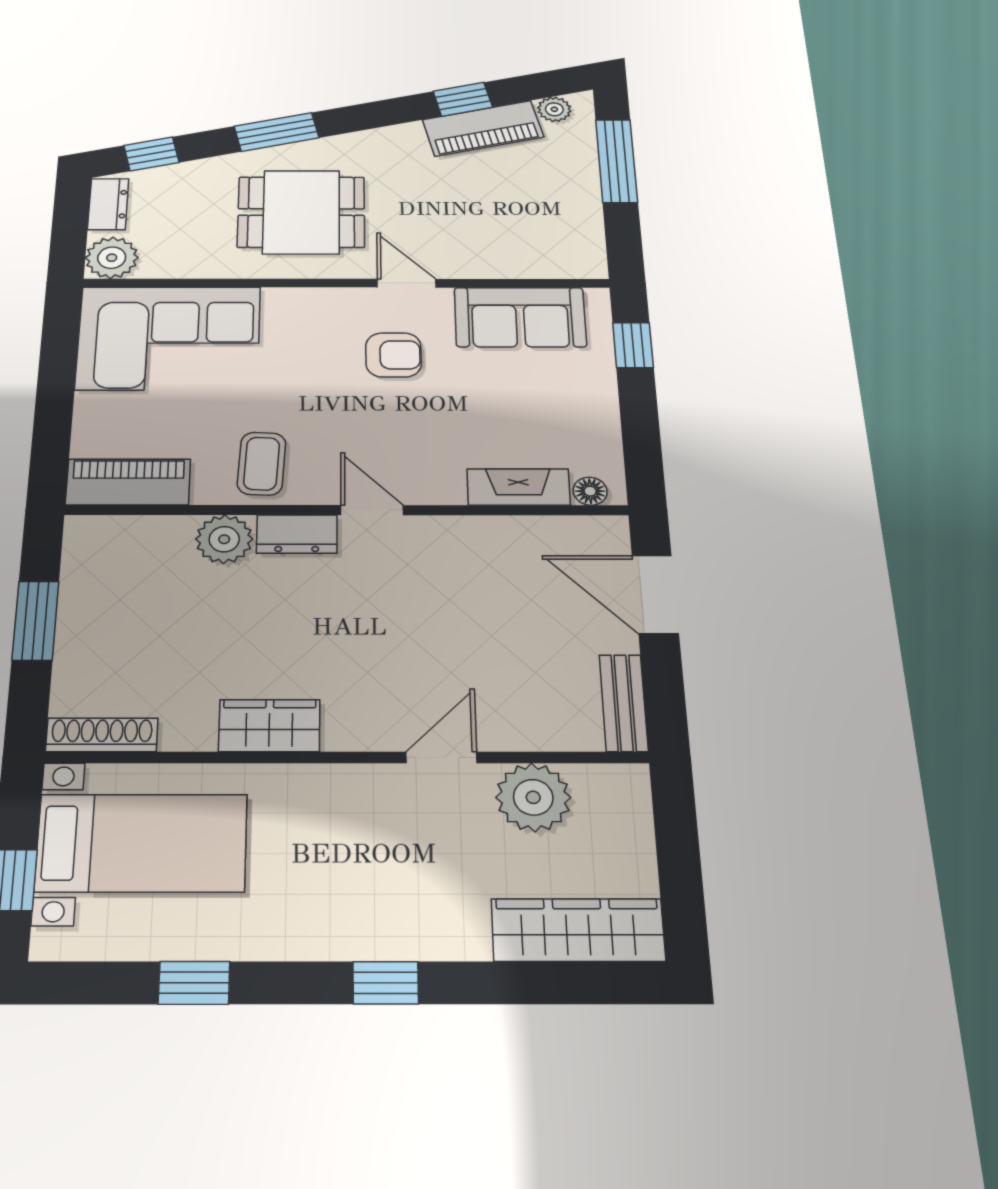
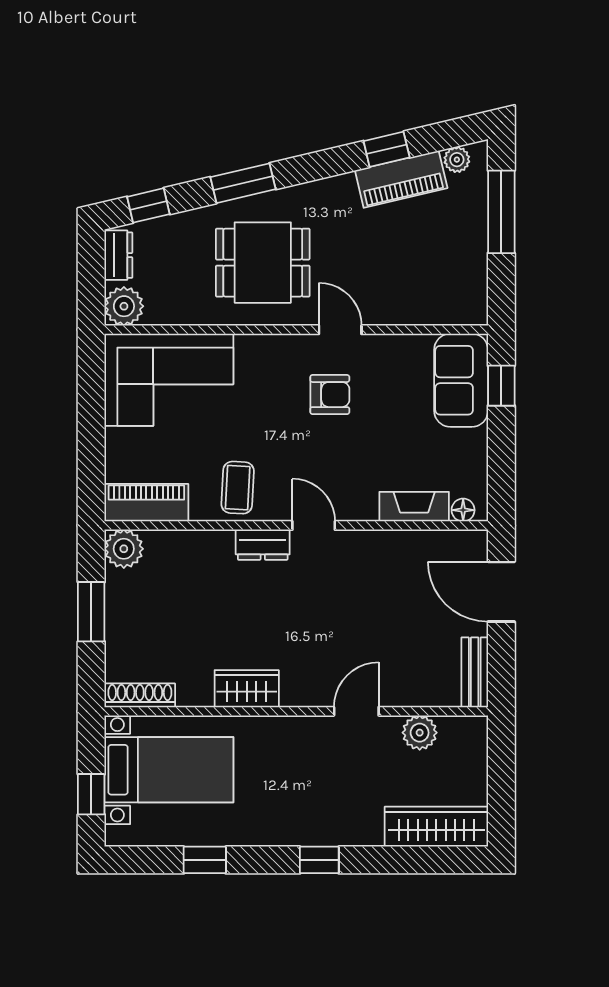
sofa: (520, 317) -> (461, 380), moved, turned 90
plant: (224, 539) -> (124, 549), moved
plant: (533, 797) -> (420, 733), width x0.73, depth x0.73

